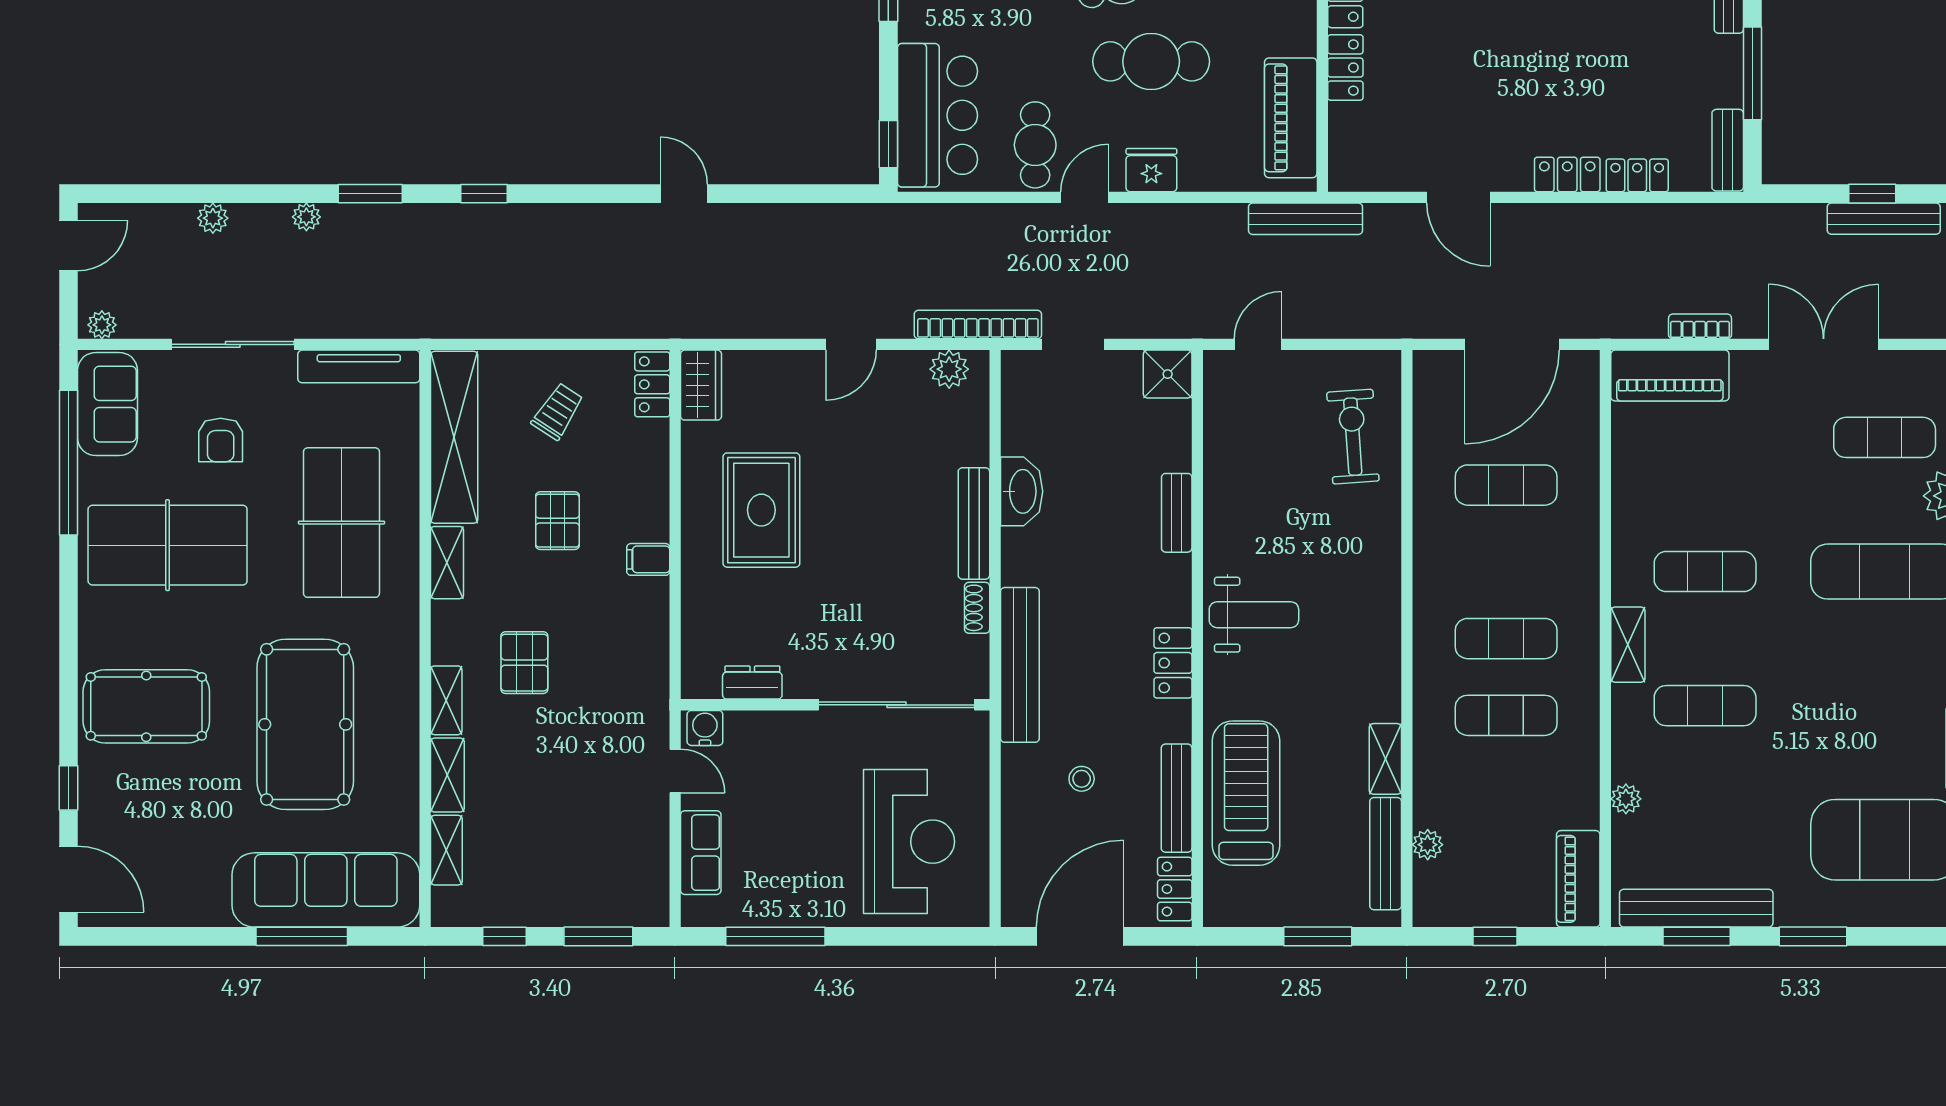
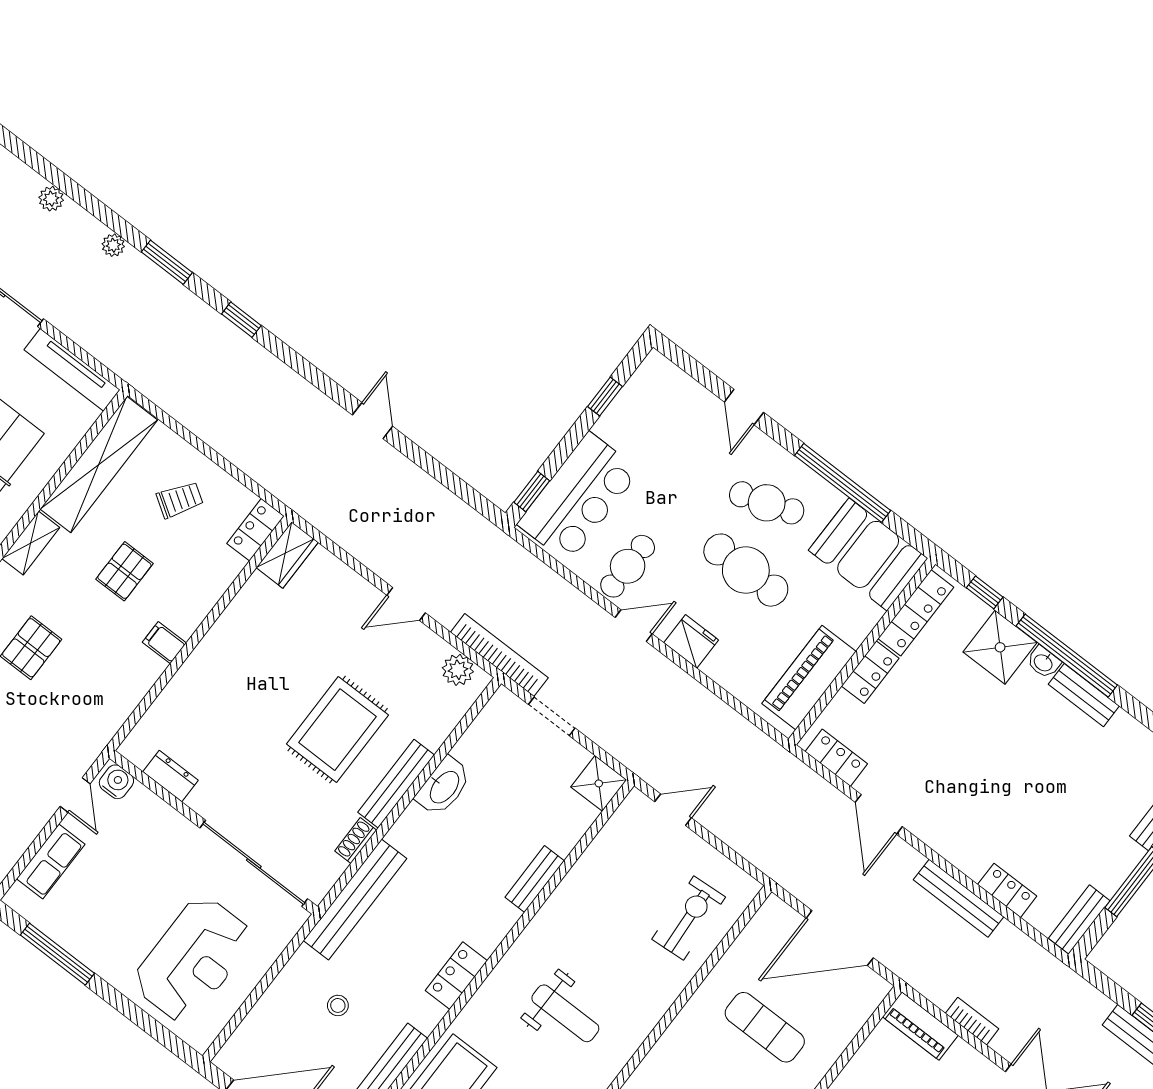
locker: (1567, 174) -> (836, 758), moved
bench: (1305, 219) -> (959, 898), moved
piano: (1670, 376) -> (920, 1026), width x0.73, depth x0.75
rug: (761, 510) -> (337, 730), moved
weight bench: (1254, 615) -> (565, 1013), moved

